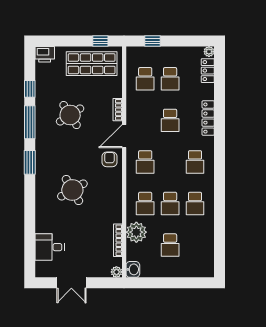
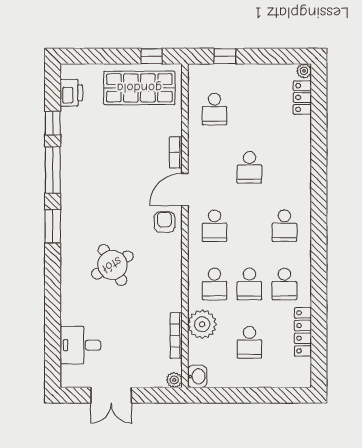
printer: (45, 54) -> (71, 93), moved, turned -90
school desk: (170, 79) -> (249, 109), removed
round table: (70, 115) -> (109, 160), removed
locker: (208, 118) -> (303, 332), moved

